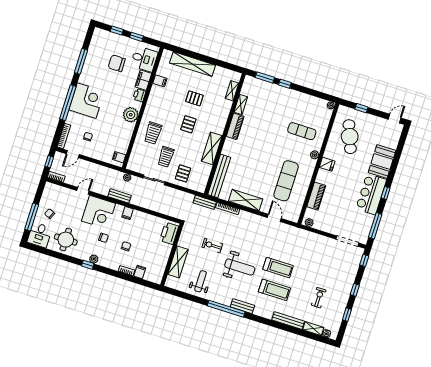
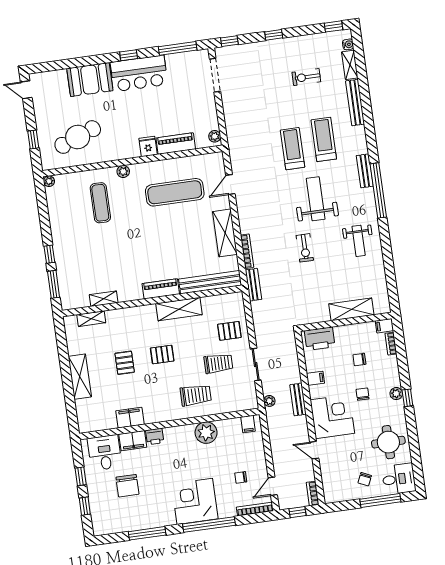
shelving: (193, 64) -> (80, 377), width x0.68
filing cabinet: (160, 81) -> (130, 418), width x2.00
plant: (131, 115) -> (206, 433), moved
piano: (235, 126) -> (161, 289), moved
door: (73, 154) -> (273, 486), swing flipped
fridge: (327, 164) -> (148, 146), moved
printer: (169, 233) -> (320, 339), moved
wall: (172, 255) -> (346, 322), moved
shelving: (178, 262) -> (351, 309), moved
weight bench: (201, 281) -> (359, 241), turned -90
window: (347, 315) -> (334, 26), moved

